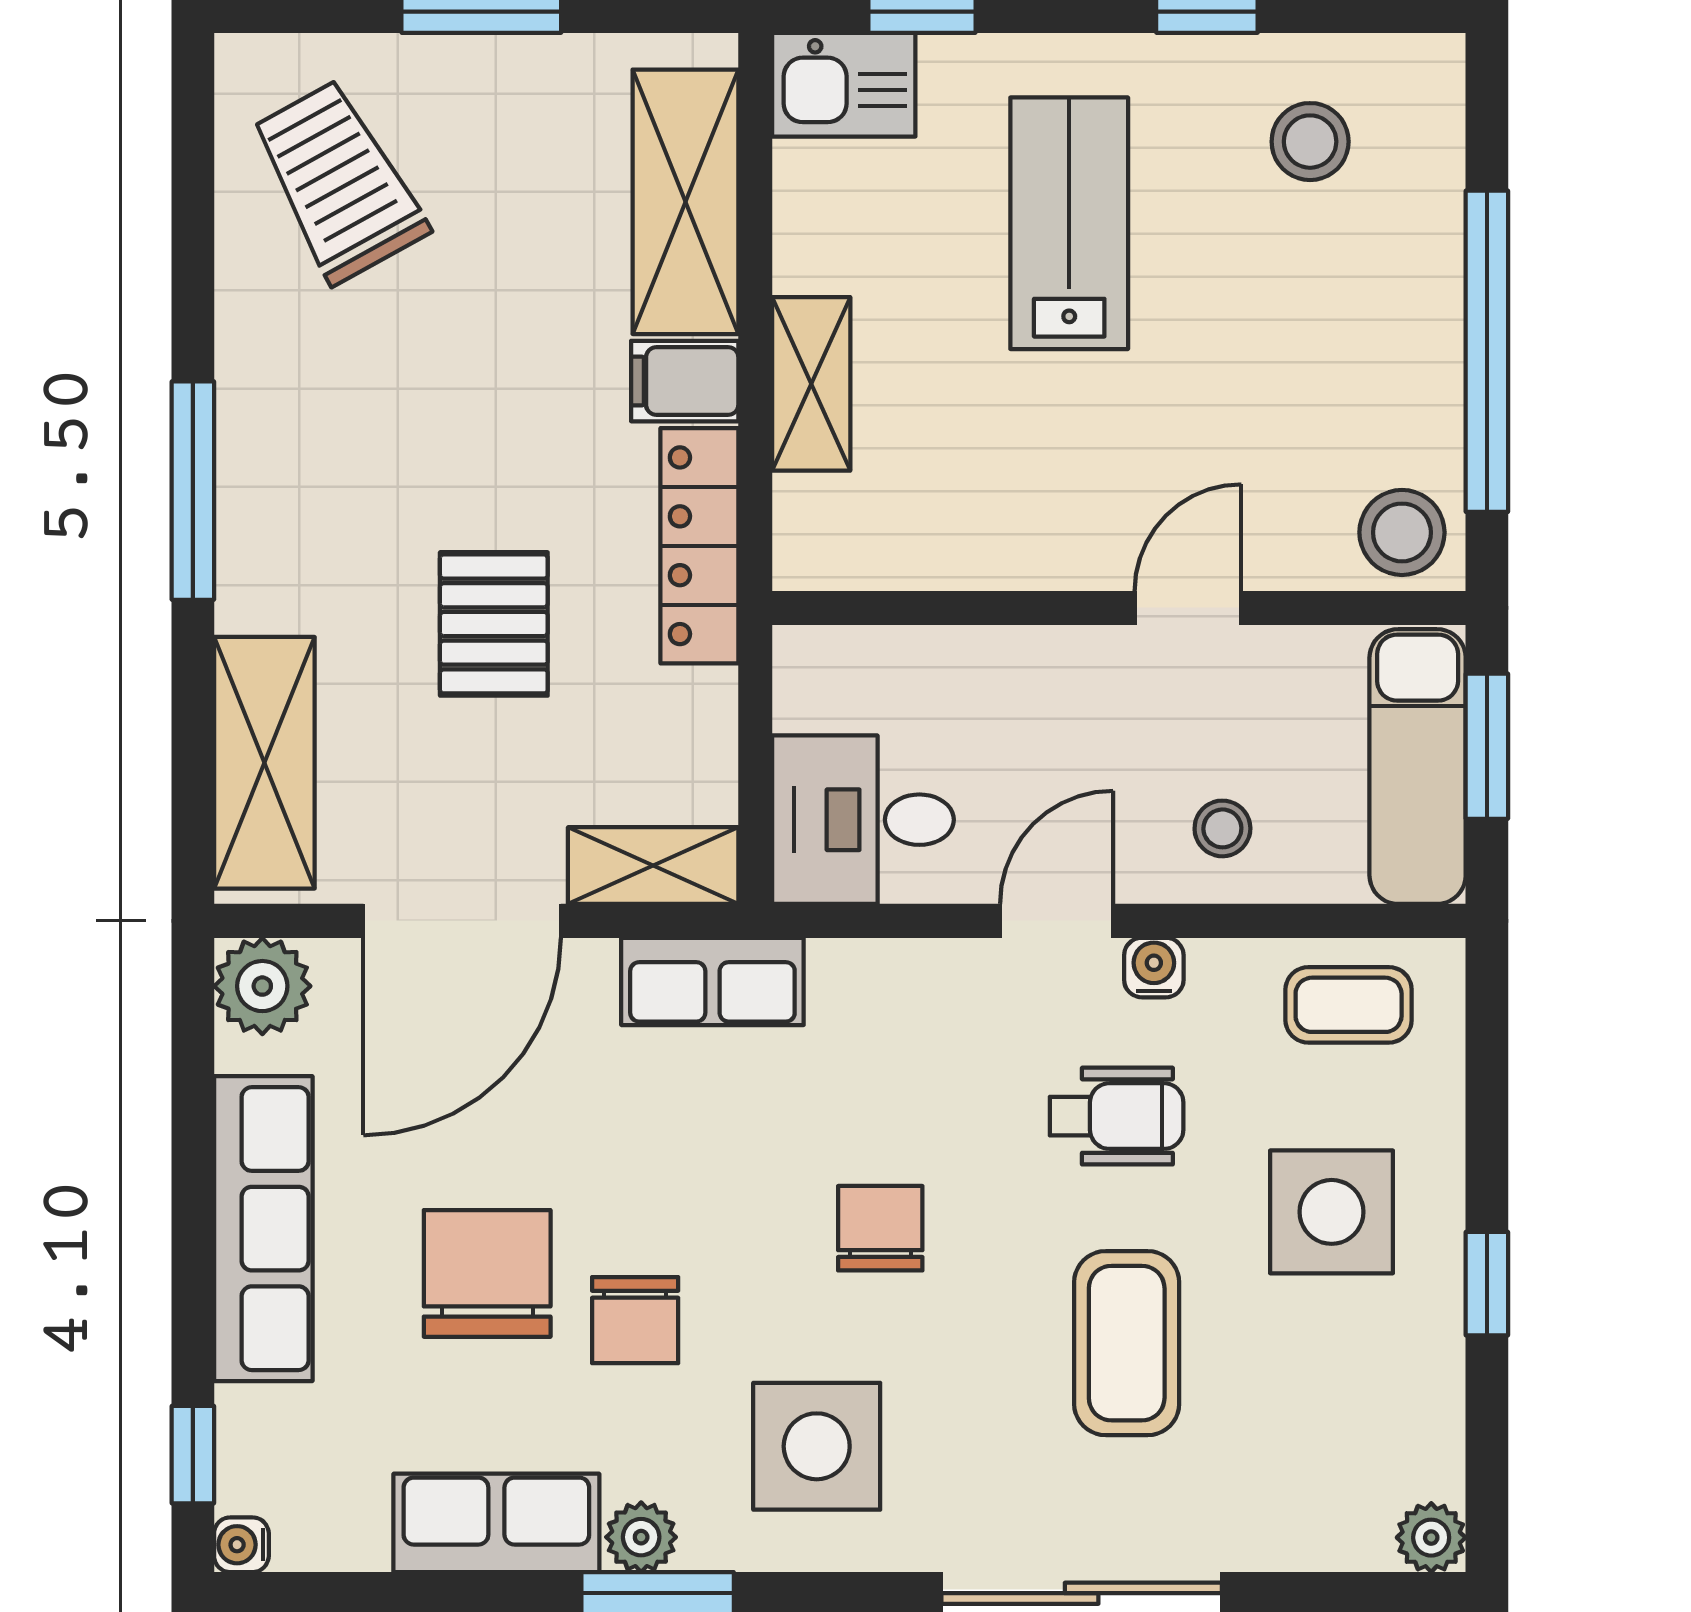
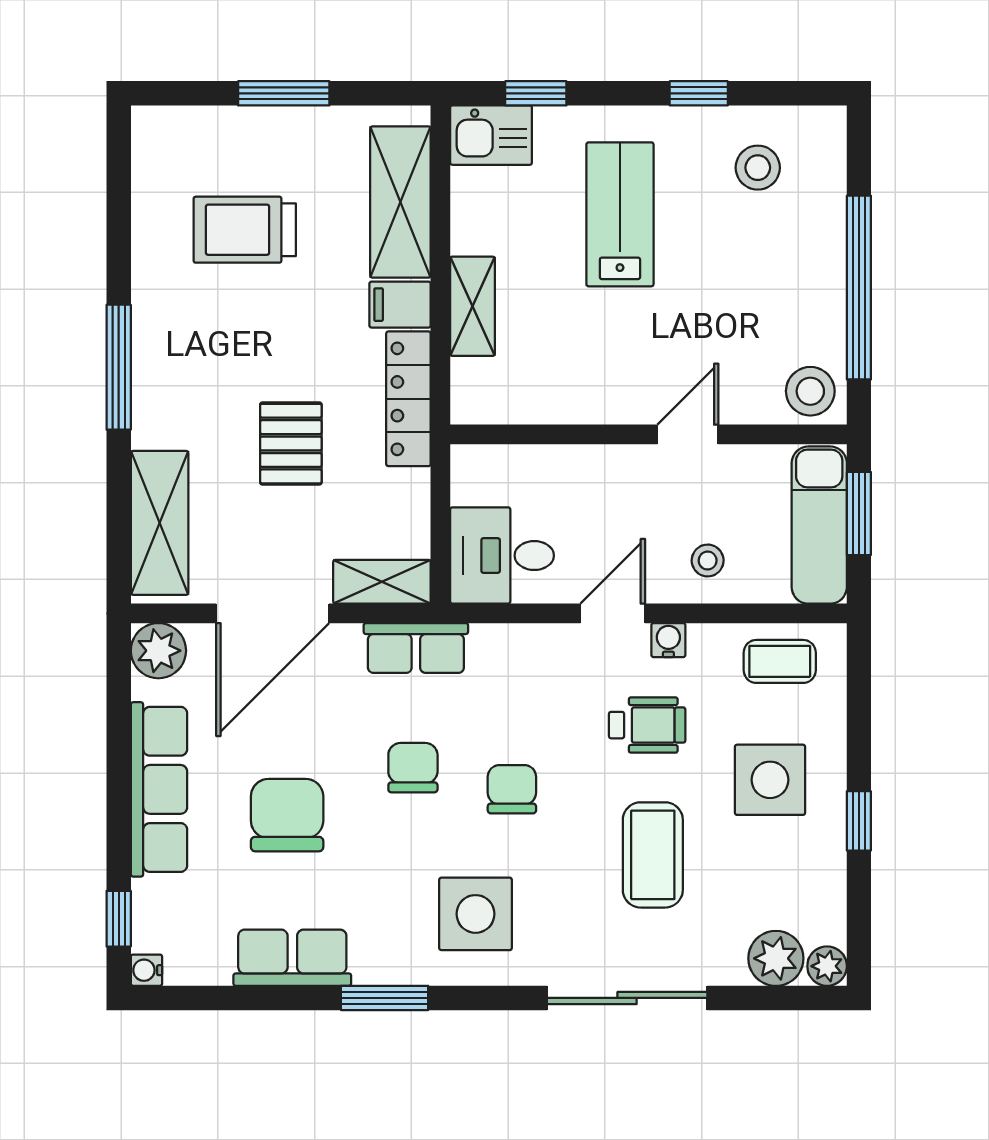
trolley: (339, 181) -> (245, 230), moved, turned -61
chair: (635, 1320) -> (413, 768), moved, turned 180
plant: (641, 1537) -> (776, 958), moved, width x1.38, depth x1.38

